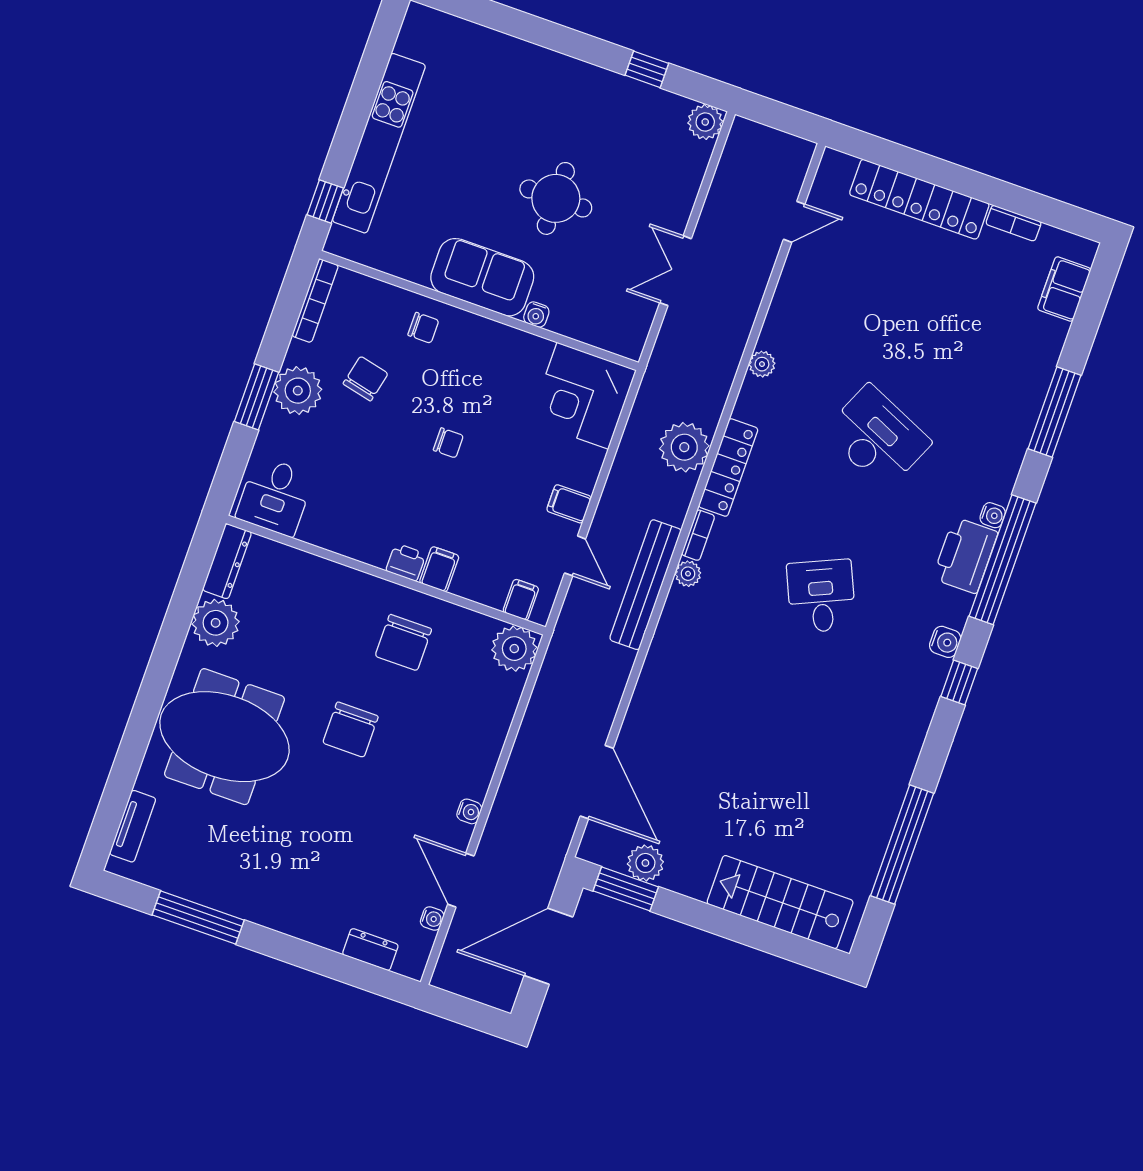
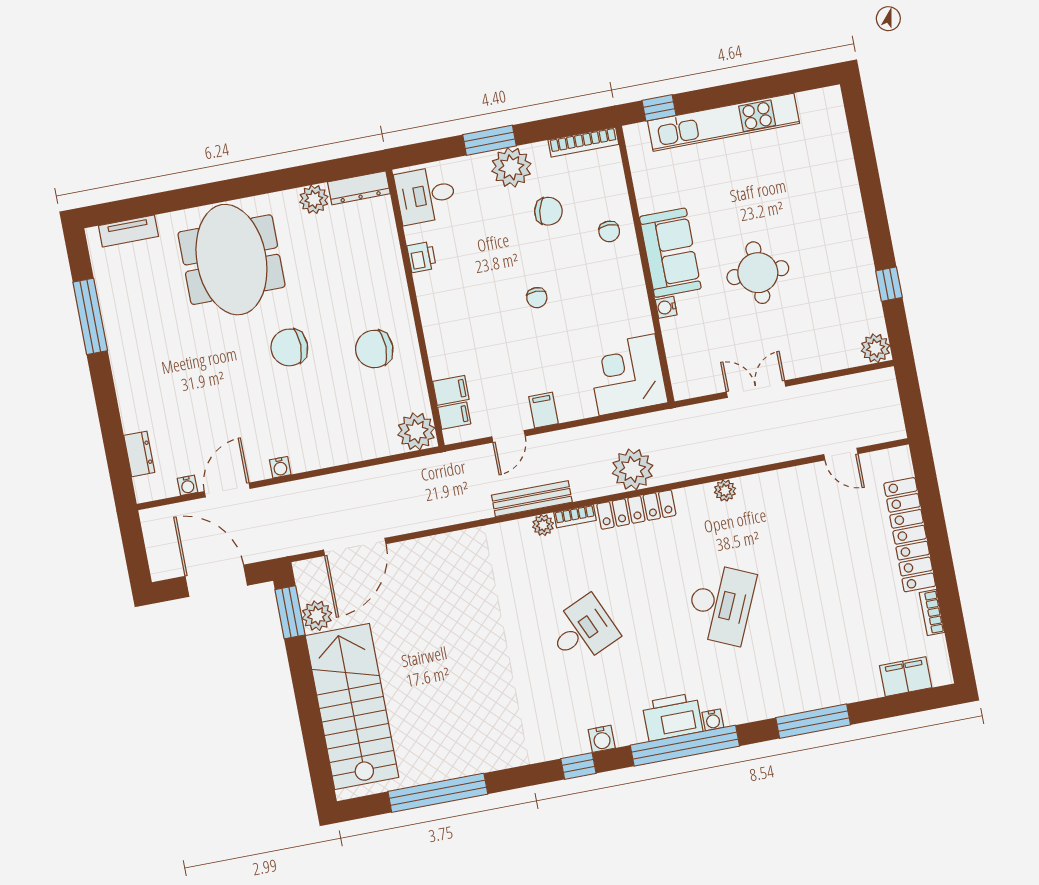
printer: (406, 562) -> (422, 257), moved
filing cabinet: (439, 569) -> (451, 390), moved
bench: (645, 585) -> (532, 499), width x0.73, depth x0.82
plant: (216, 623) -> (314, 199), width x0.73, depth x0.73
stairs: (780, 902) -> (352, 706), width x1.36, depth x1.51

